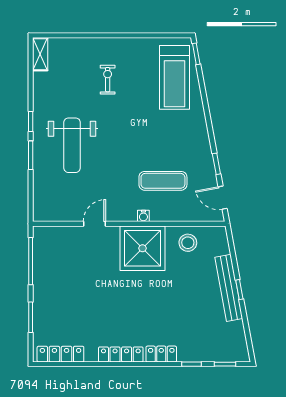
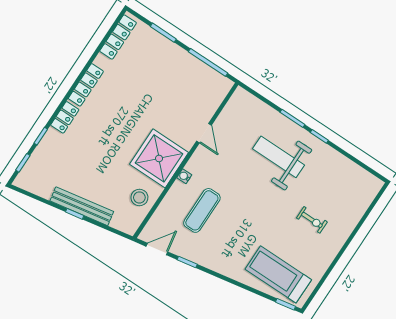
shelving: (40, 54) -> (368, 180), removed

